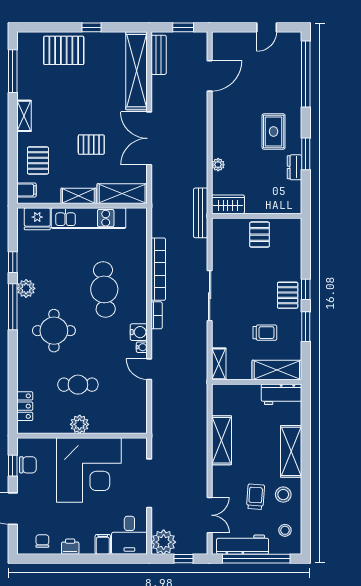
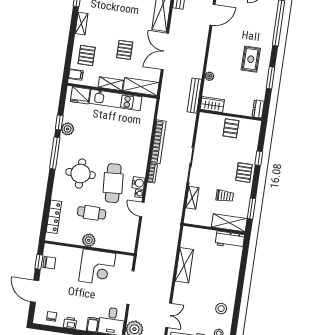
pallet: (91, 145) -> (125, 50), turned 90
dresser: (294, 167) -> (258, 109), moved
bench: (201, 213) -> (194, 96), moved
plant: (26, 288) -> (68, 129), moved
cafe table: (104, 289) -> (113, 183), moved
window: (306, 289) -> (259, 158), moved
window: (306, 327) -> (251, 209), moved
shelving: (219, 364) -> (192, 198), moved
locker: (25, 406) -> (54, 217), width x1.53
shelving: (291, 451) -> (231, 280), removed
corner desk: (89, 470) -> (97, 267), width x0.74, depth x0.74
trolley: (256, 497) -> (202, 307), removed

